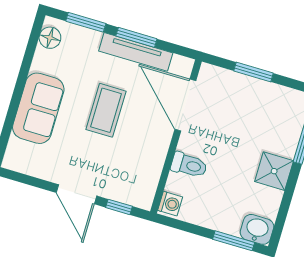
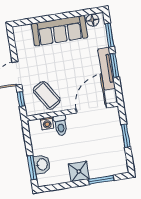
sofa: (38, 108) -> (60, 31), width x1.36
coffee table: (106, 110) -> (47, 95), moved, turned 58
washing machine: (170, 204) -> (47, 123), moved
washbasin: (257, 229) -> (42, 164), moved

